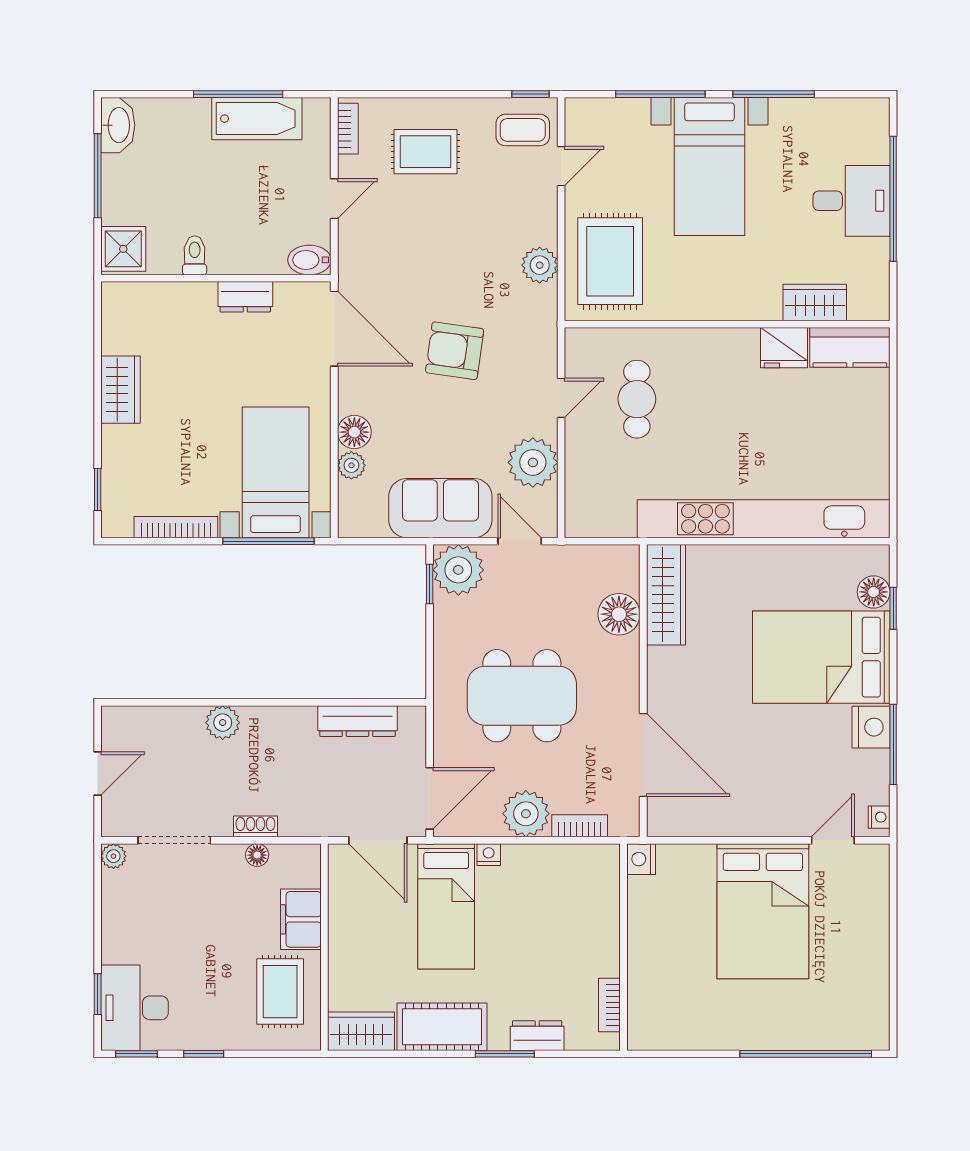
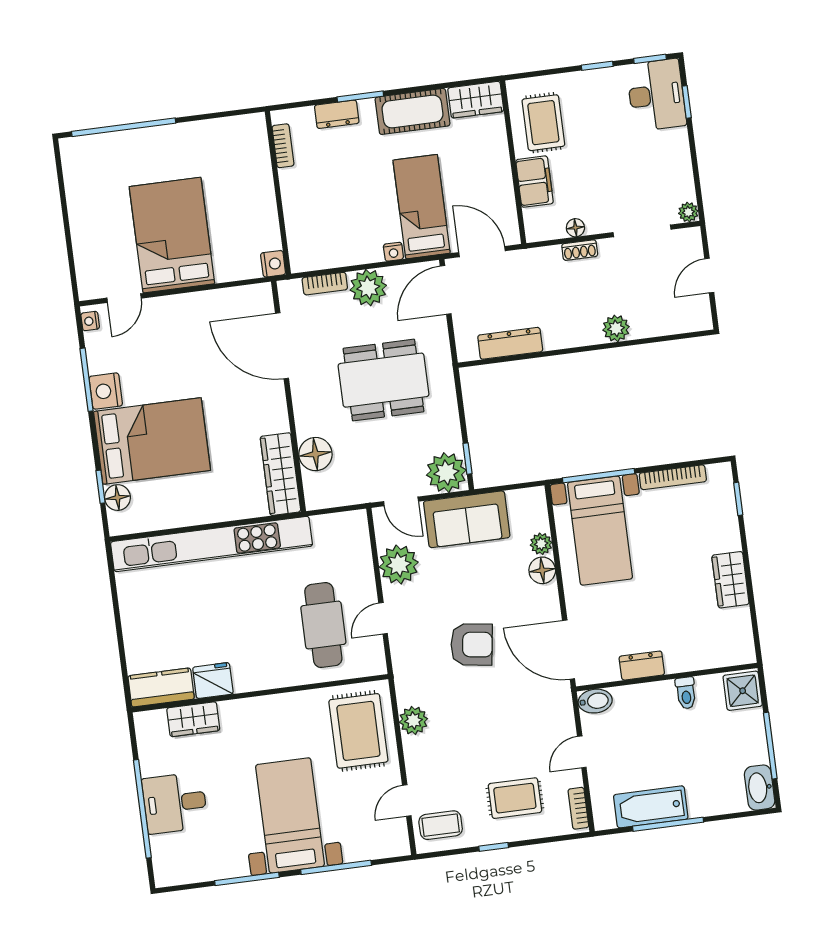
window: (530, 94) -> (494, 847), moved
cafe table: (637, 399) -> (323, 625), width x1.37, depth x1.35

